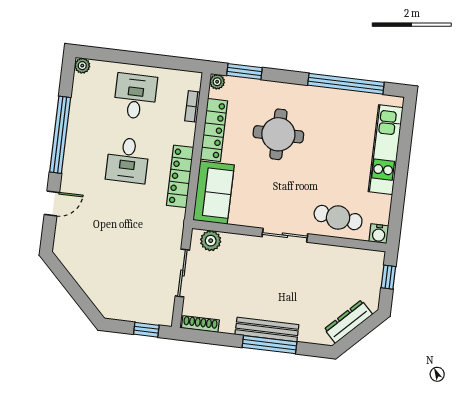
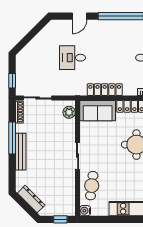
desk: (128, 160) -> (73, 58), moved
door: (52, 203) -> (80, 16), hinge flipped
sliding door: (182, 273) -> (38, 98), moved
window: (269, 345) -> (12, 138), moved

